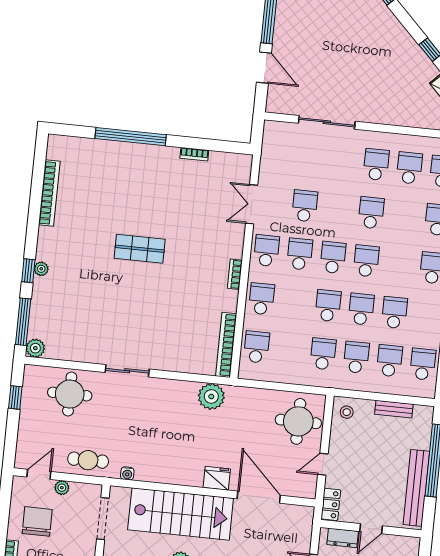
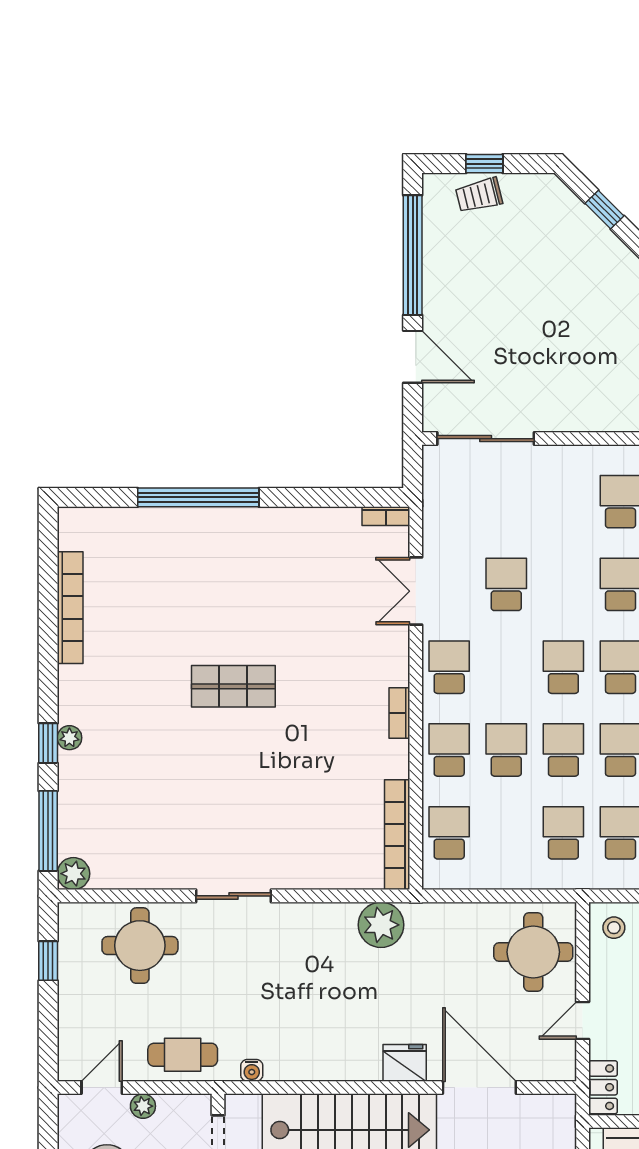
sliding door: (327, 122) -> (486, 439), moved
bookcase: (194, 154) -> (386, 516), moved
school desk: (300, 254) -> (506, 750), moved

